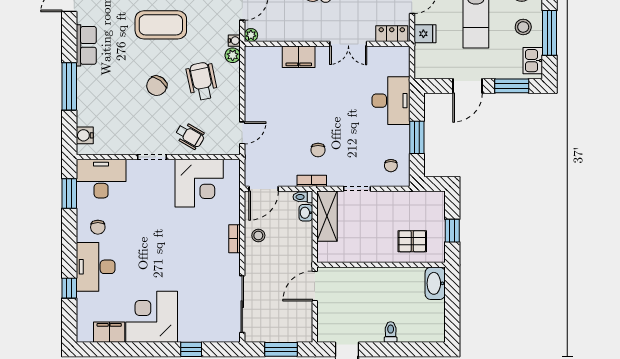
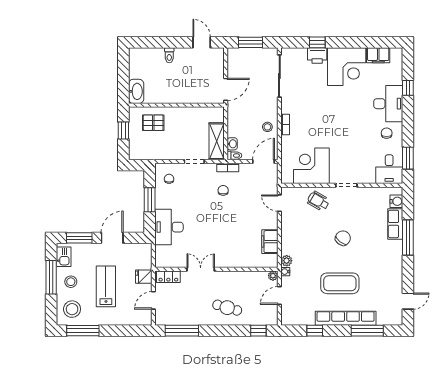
row of seats: (86, 45) -> (395, 224), moved
filing cabinet: (299, 57) -> (270, 242), moved, turned -90
wheelchair: (202, 81) -> (309, 242), removed
door: (242, 133) -> (279, 203), hinge flipped
desk: (101, 179) -> (389, 169), width x0.73
printer: (191, 332) -> (317, 55), added

